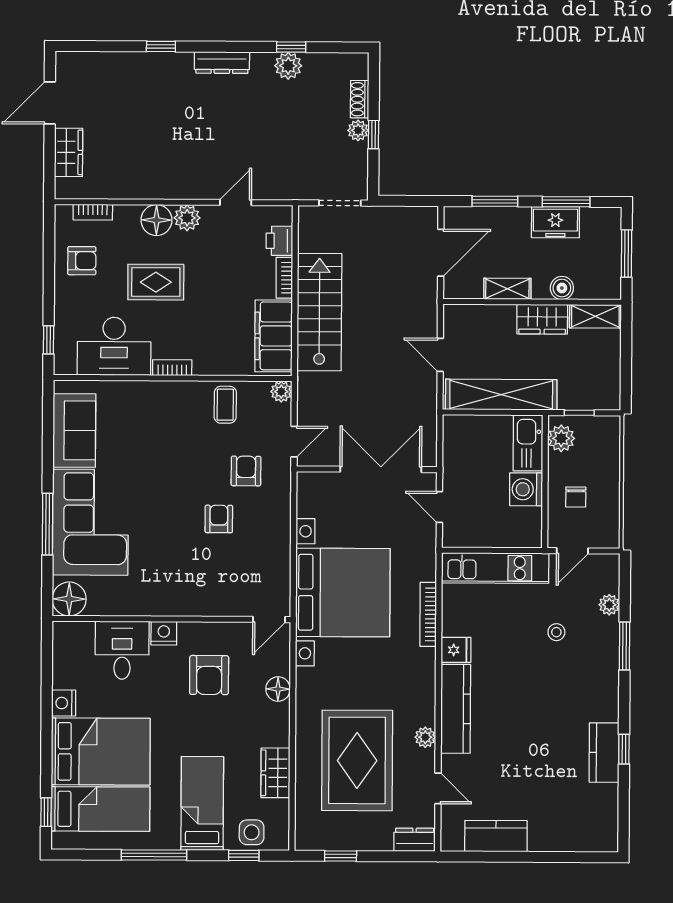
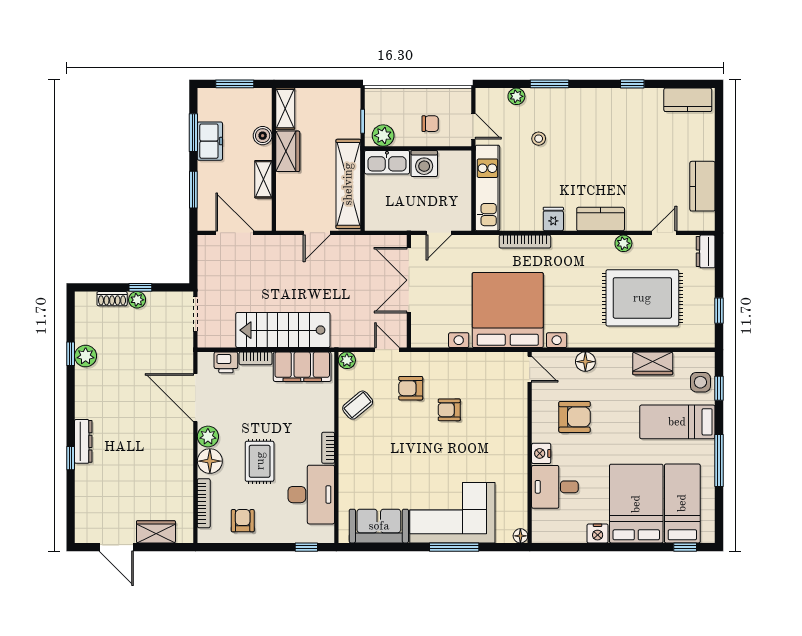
dresser: (222, 63) -> (83, 441), moved
door: (236, 202) -> (195, 398), width x1.88
bookcase: (93, 212) -> (204, 503), width x1.56
coffee table: (225, 405) -> (358, 405), turned -40
floor lamp: (69, 599) -> (520, 536), width x0.53, depth x0.53
kitchen counter: (456, 709) -> (601, 219), width x0.67
kitchen counter: (604, 753) -> (688, 100), moved

